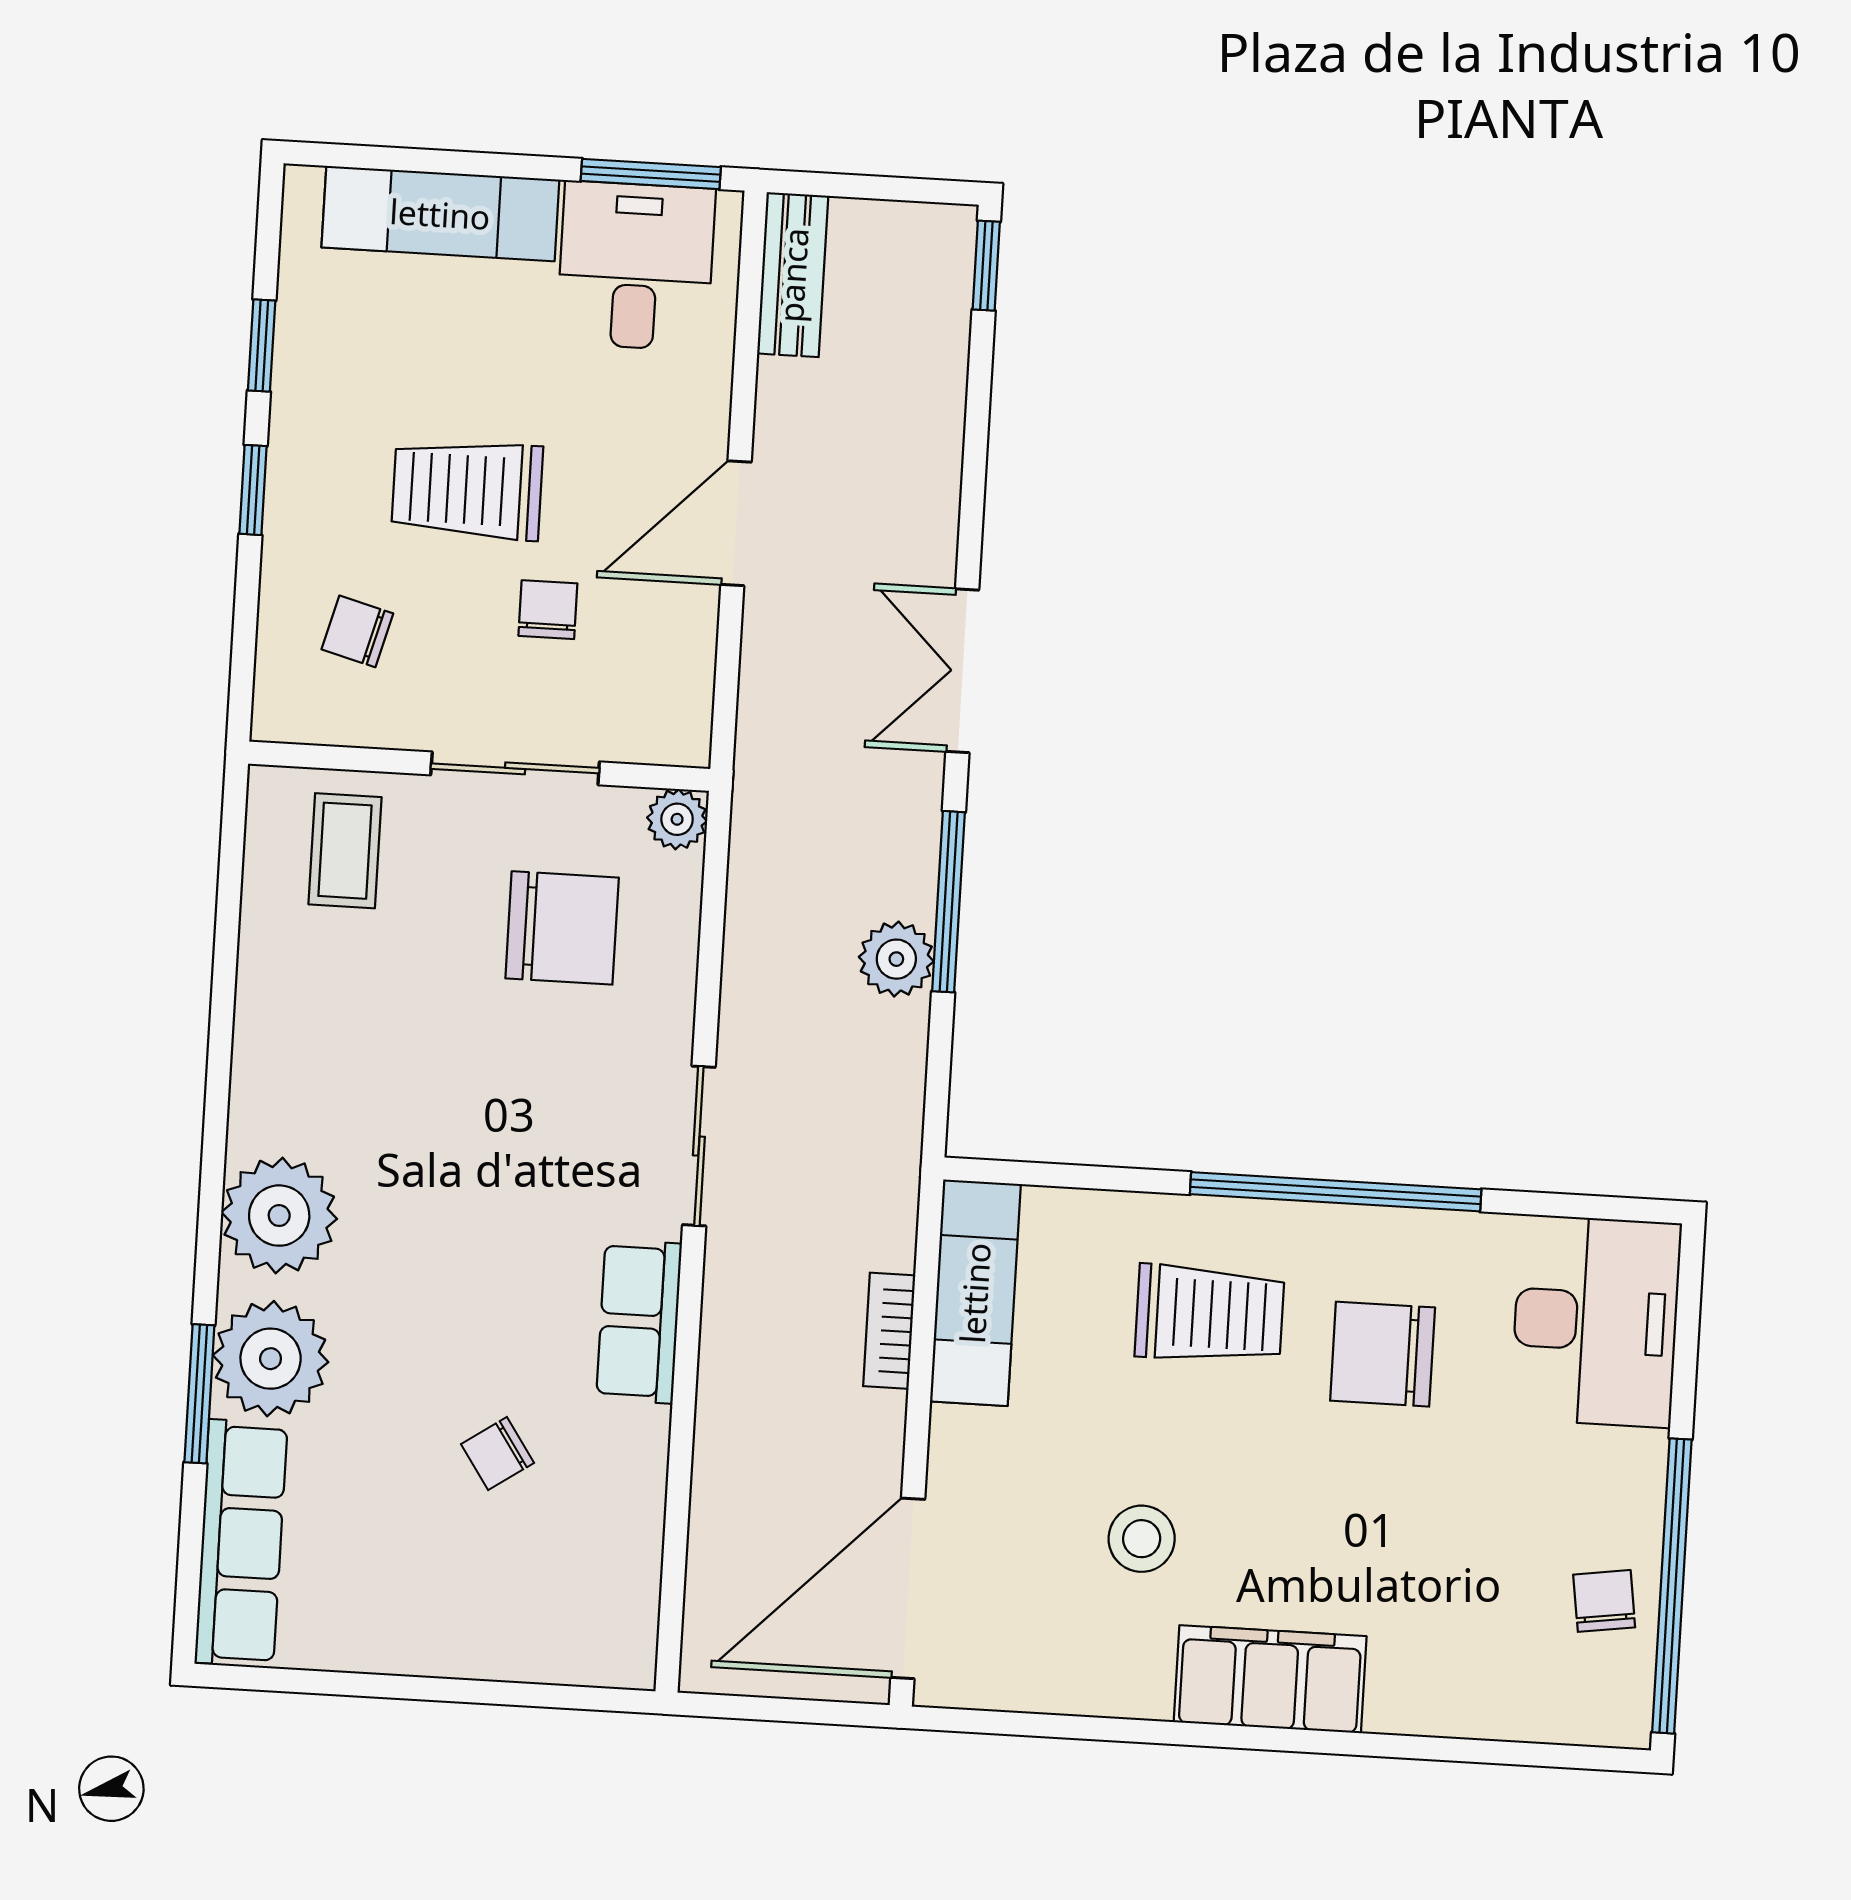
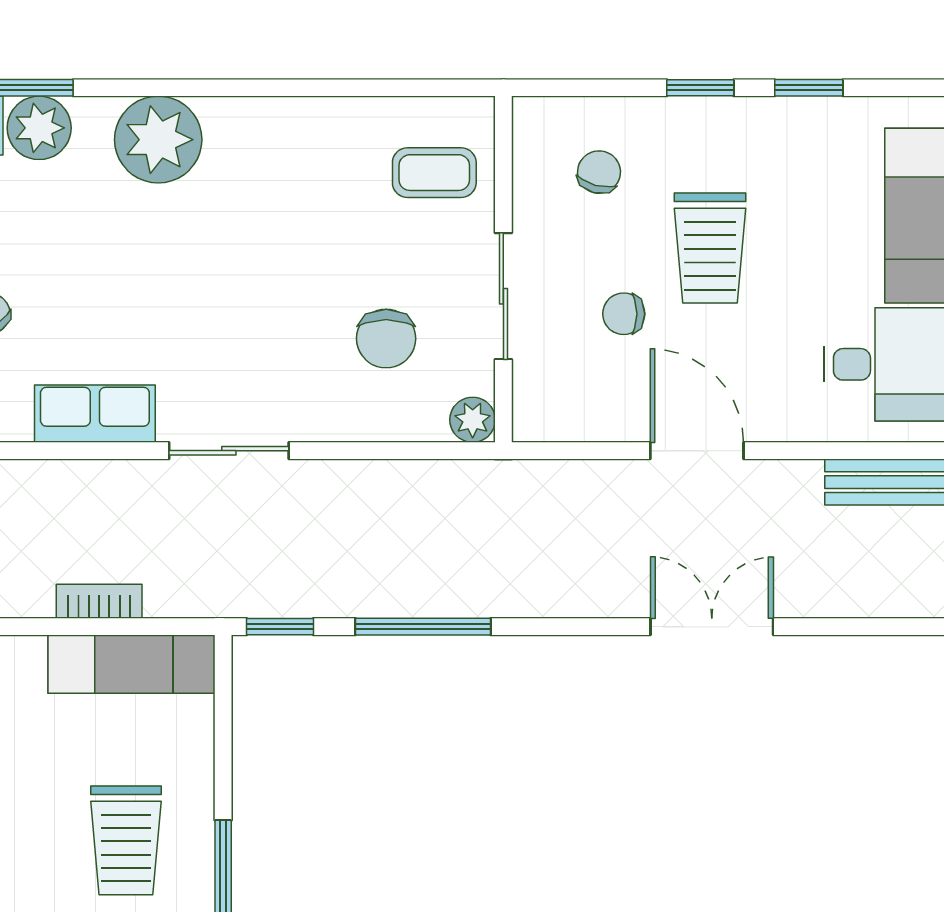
window: (986, 266) -> (280, 627), moved
trolley: (467, 490) -> (710, 248), turned 180
chair: (548, 610) -> (624, 314), turned 180
double door: (962, 671) -> (712, 627), moved
chair: (562, 928) -> (386, 339), width x0.73, depth x0.73
plant: (896, 959) -> (378, 590), removed
plant: (271, 1359) -> (39, 128), width x0.73, depth x0.73

